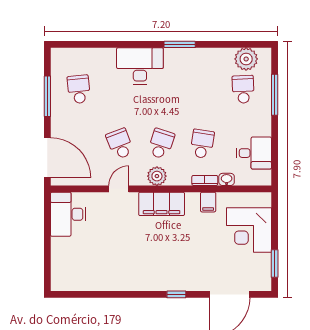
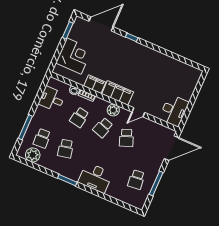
school desk: (202, 89) -> (66, 149), added
door: (47, 158) -> (172, 148), swing flipped
filing cabinet: (208, 202) -> (95, 84), width x2.00

